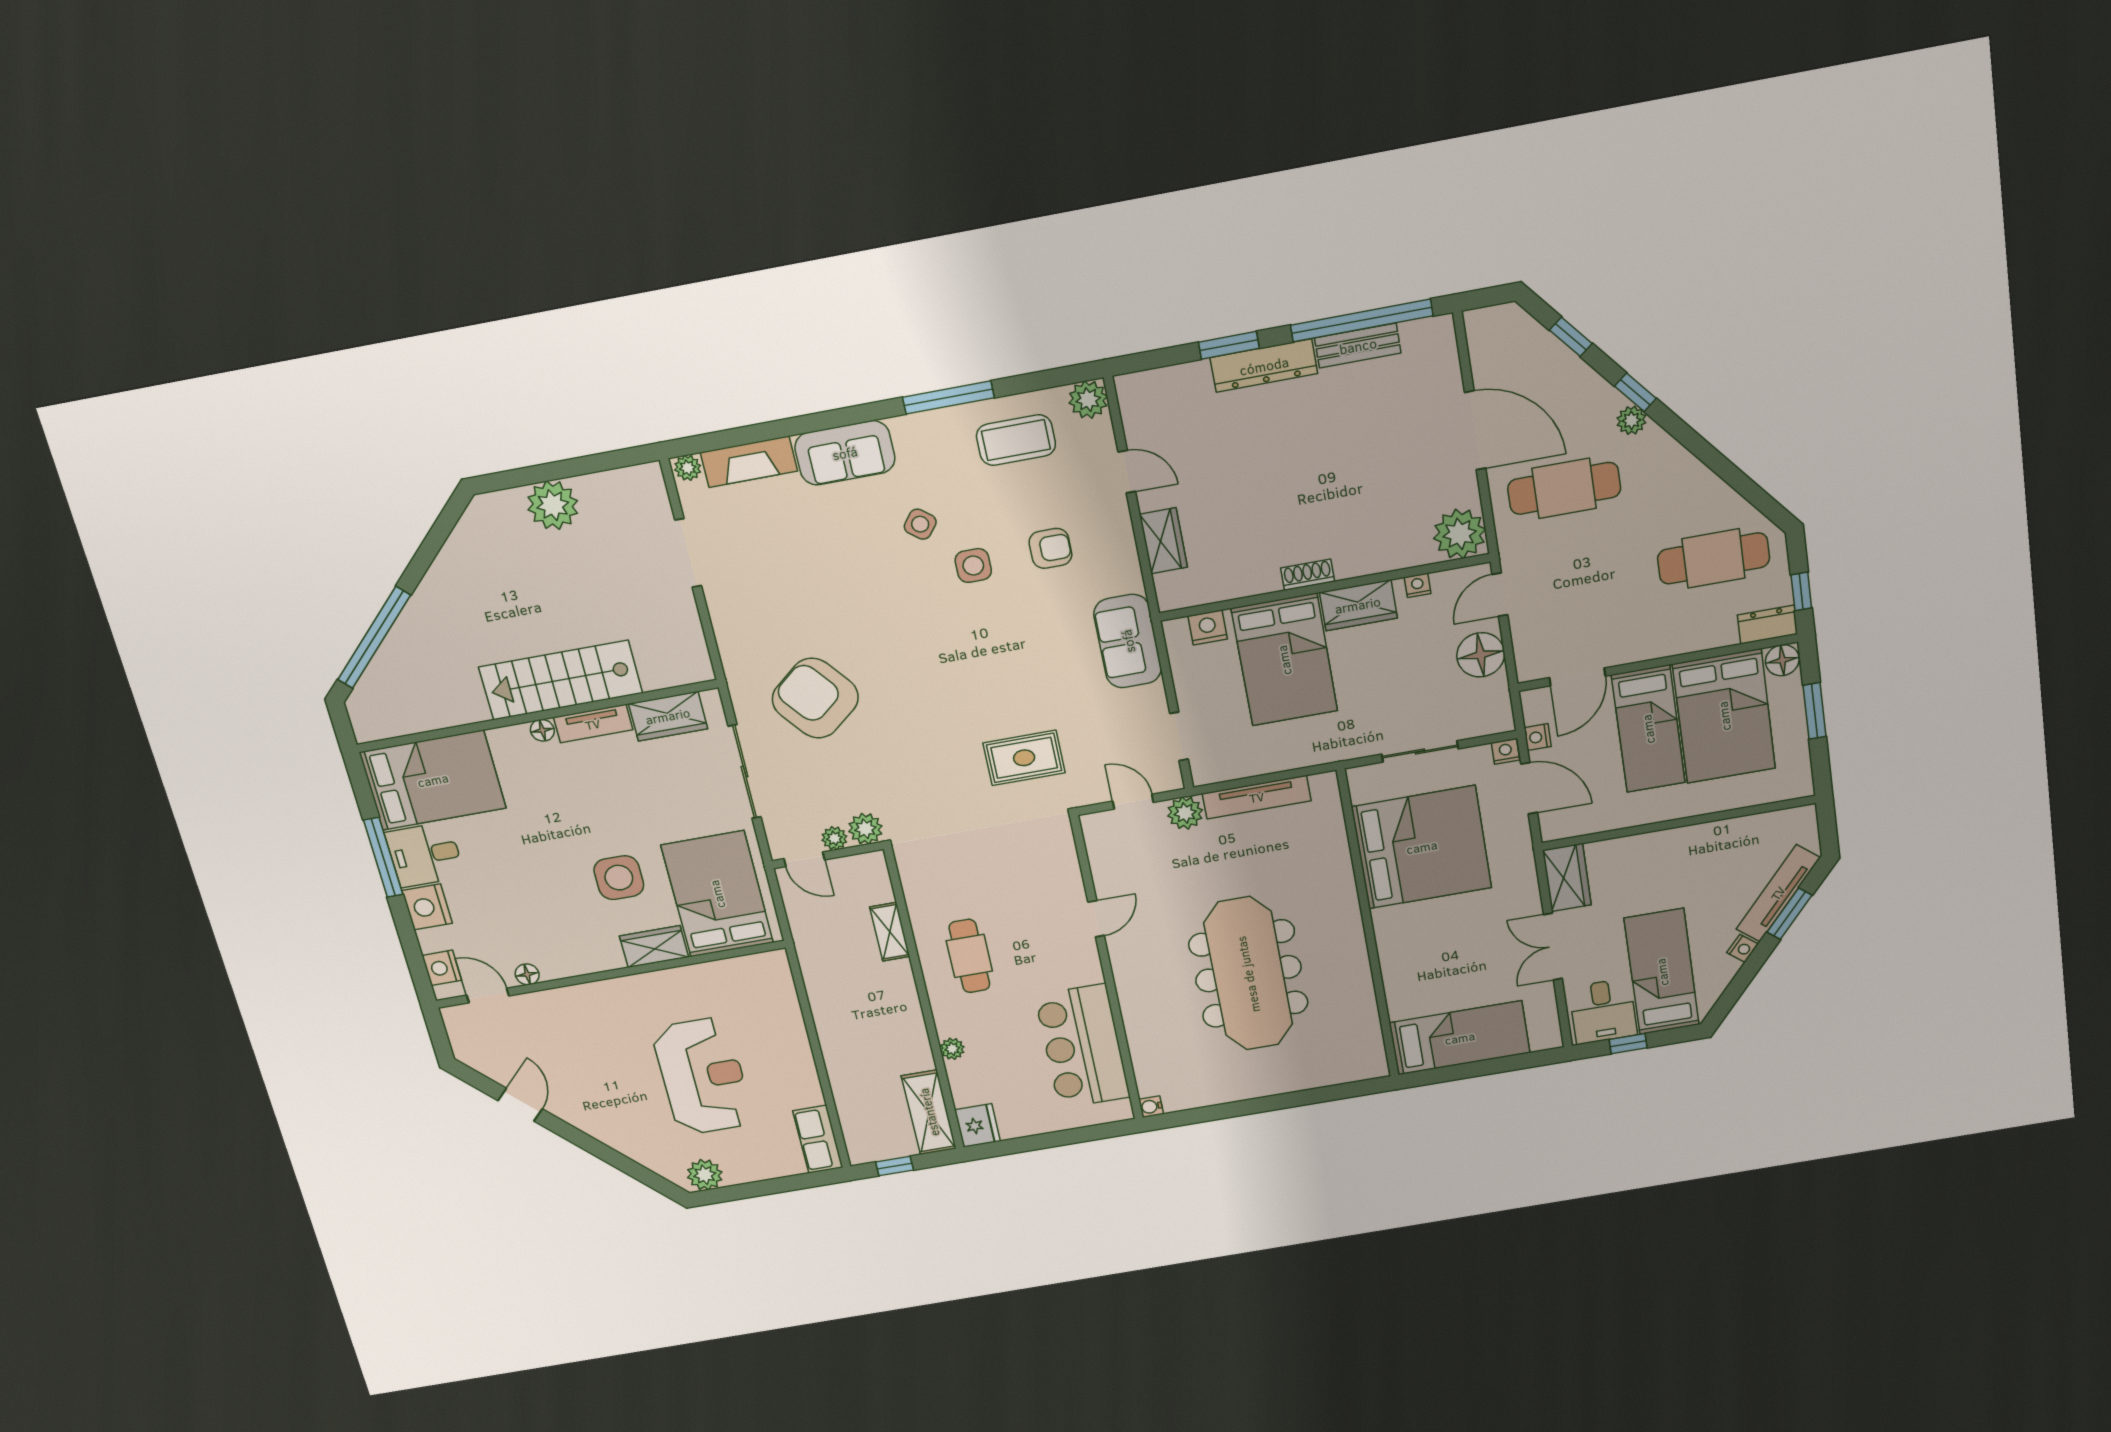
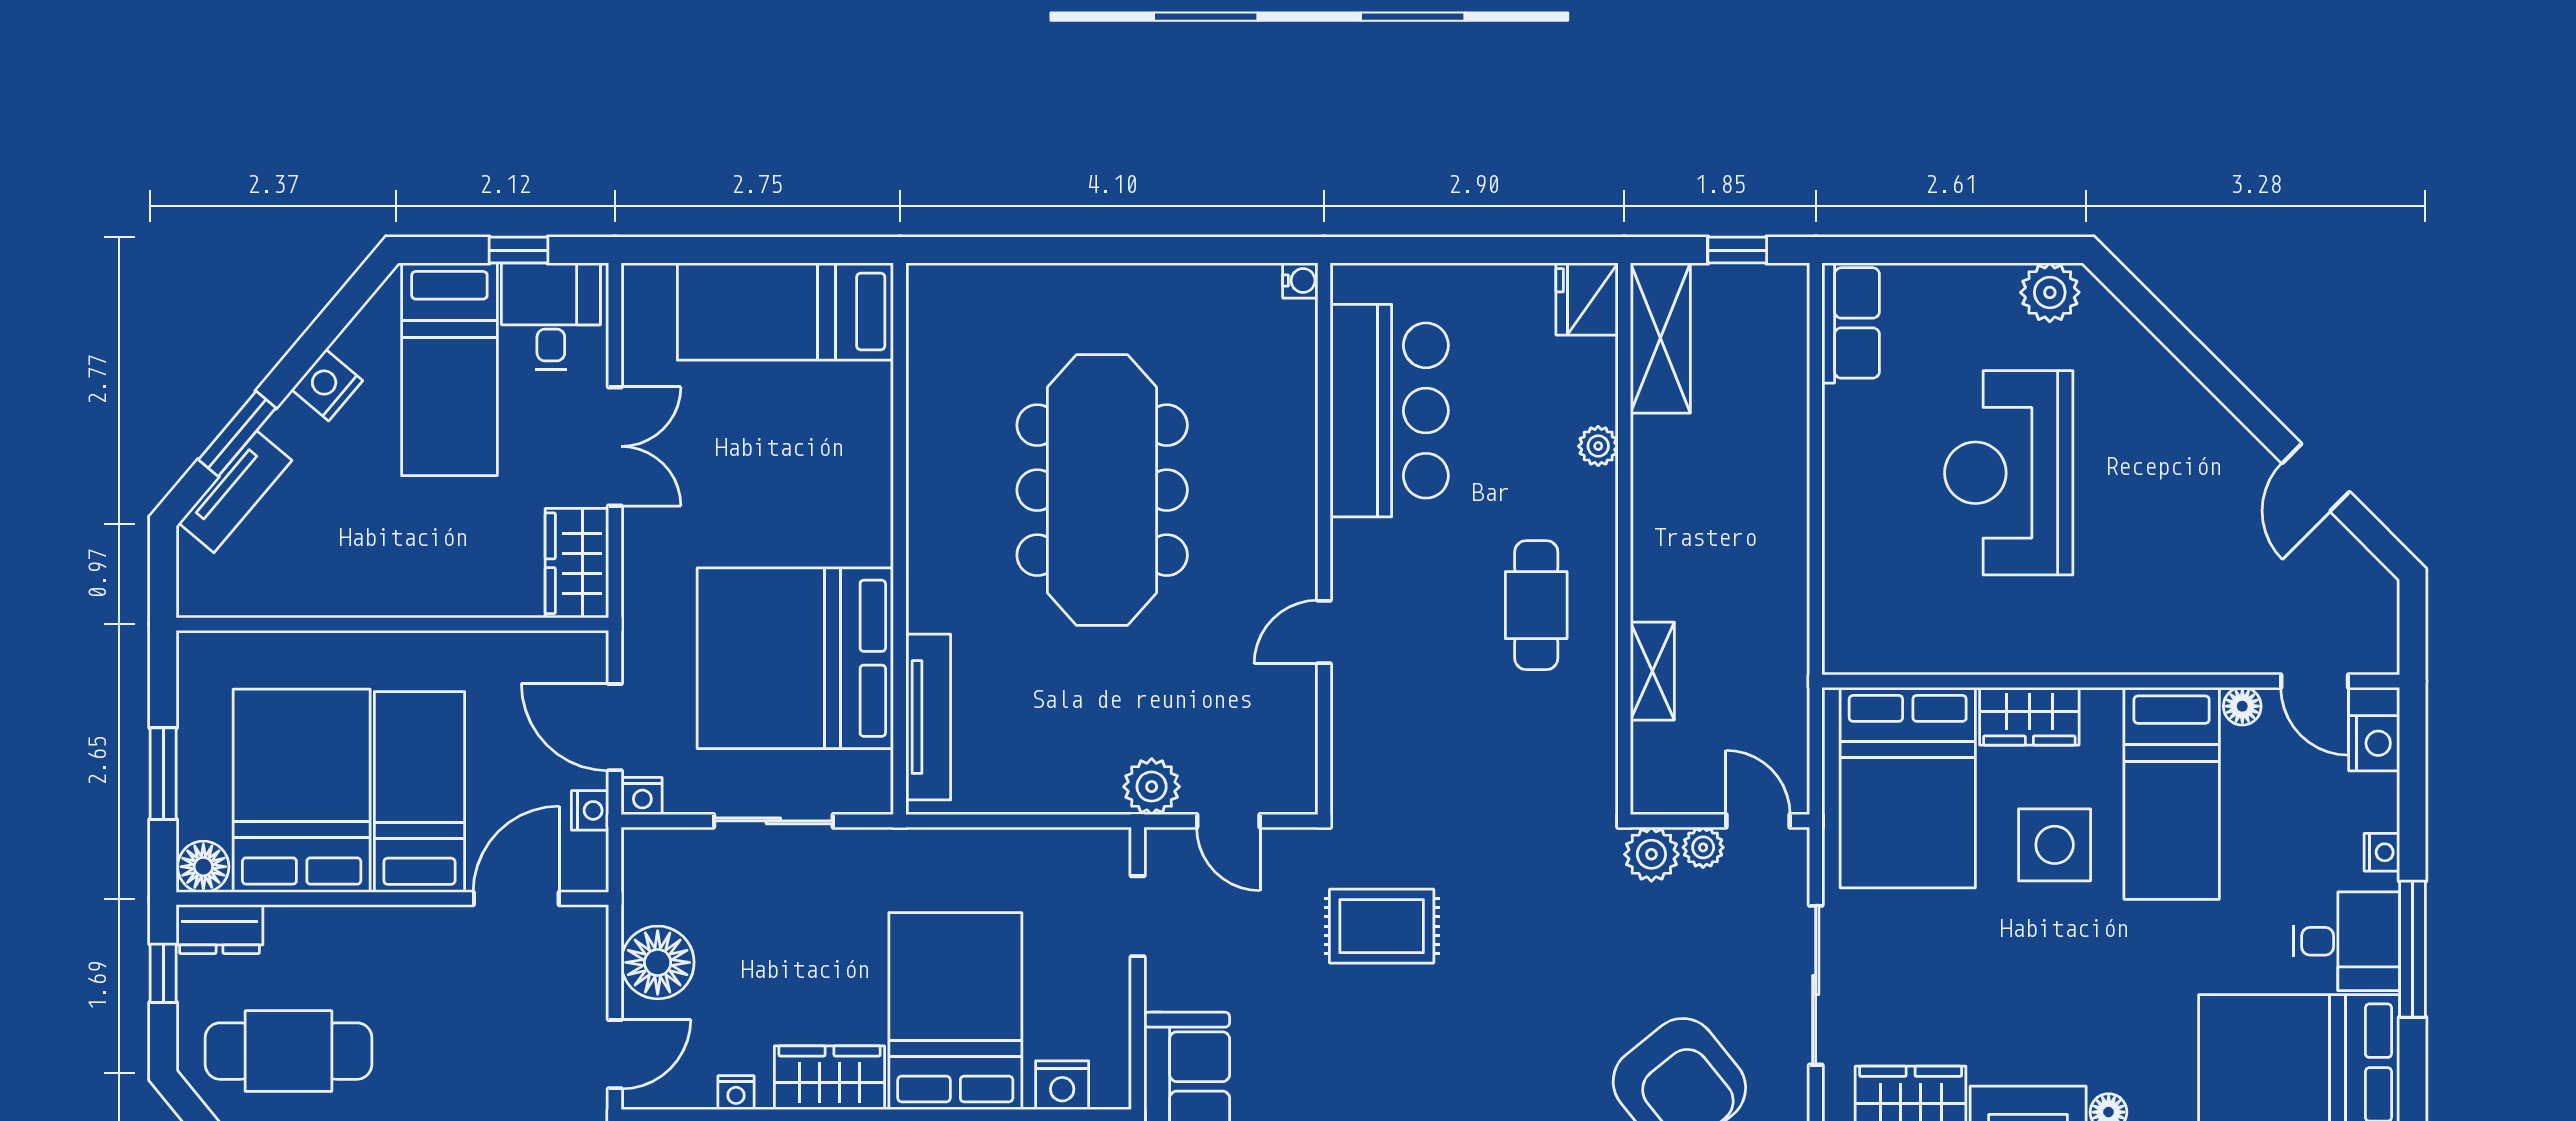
tv unit: (1257, 797) -> (928, 717), moved, turned 90
tv unit: (1778, 893) -> (235, 492), width x0.71
nightstand: (427, 907) -> (2382, 852), width x0.53, depth x0.56
bed: (556, 919) -> (2172, 793), added
nightstand: (1742, 948) -> (327, 385), width x1.39, depth x1.35

